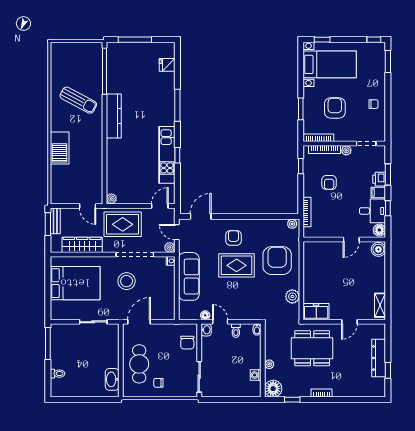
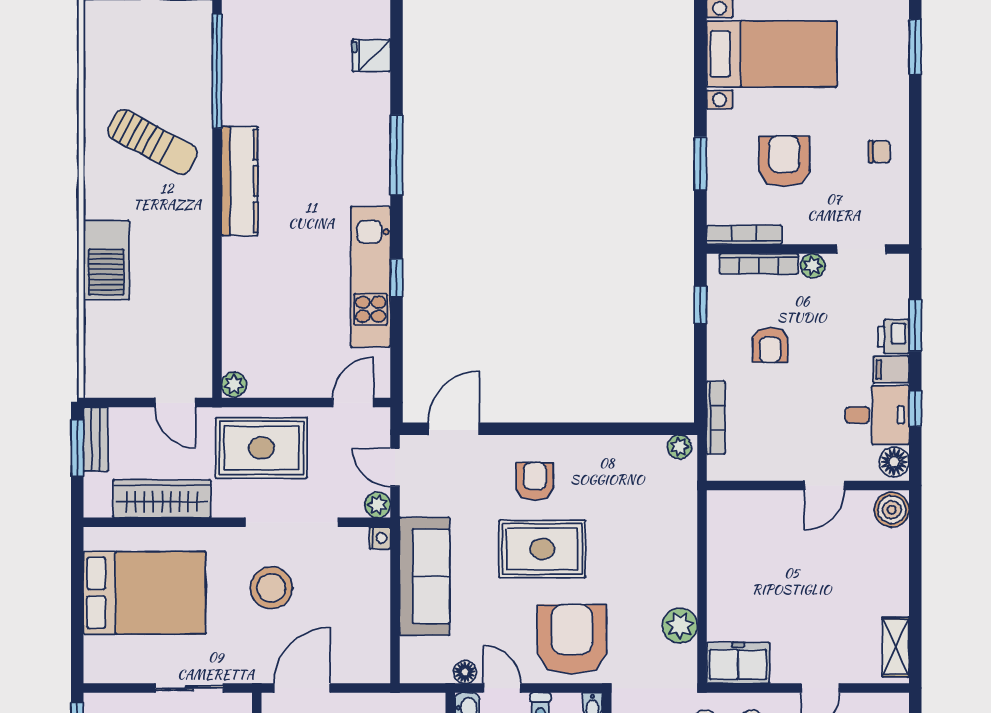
armchair: (277, 261) -> (572, 639), moved

